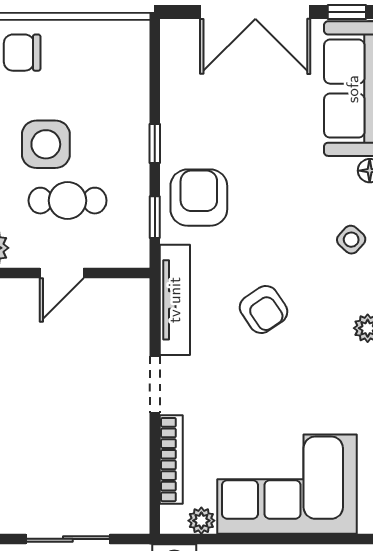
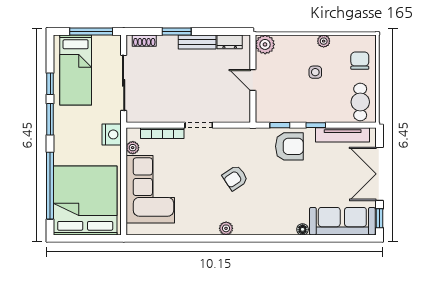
side table: (46, 144) -> (315, 72), width x0.54, depth x0.54
cafe table: (68, 201) -> (360, 102), moved
side table: (351, 240) -> (269, 220), removed
tv unit: (175, 300) -> (343, 135), moved
sliding door: (68, 539) -> (124, 83), width x1.37

